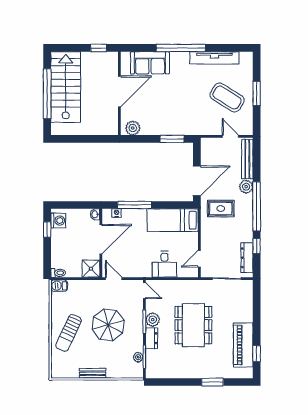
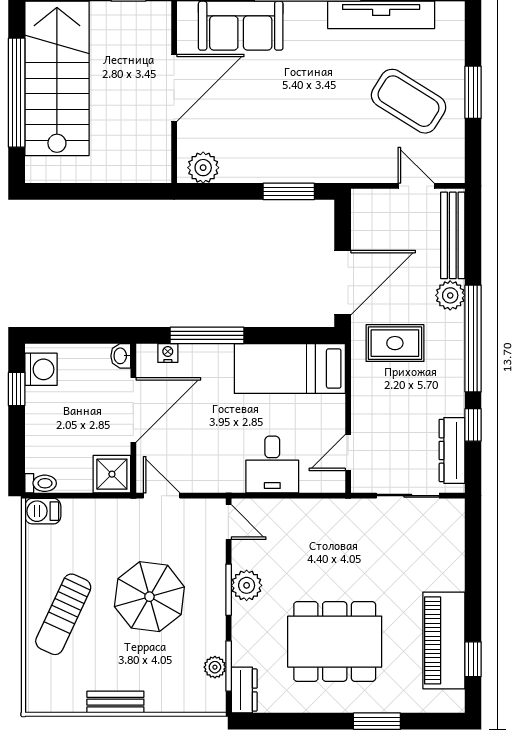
dining table: (193, 325) -> (335, 642), moved, turned 90
dresser: (152, 338) -> (244, 690), moved

